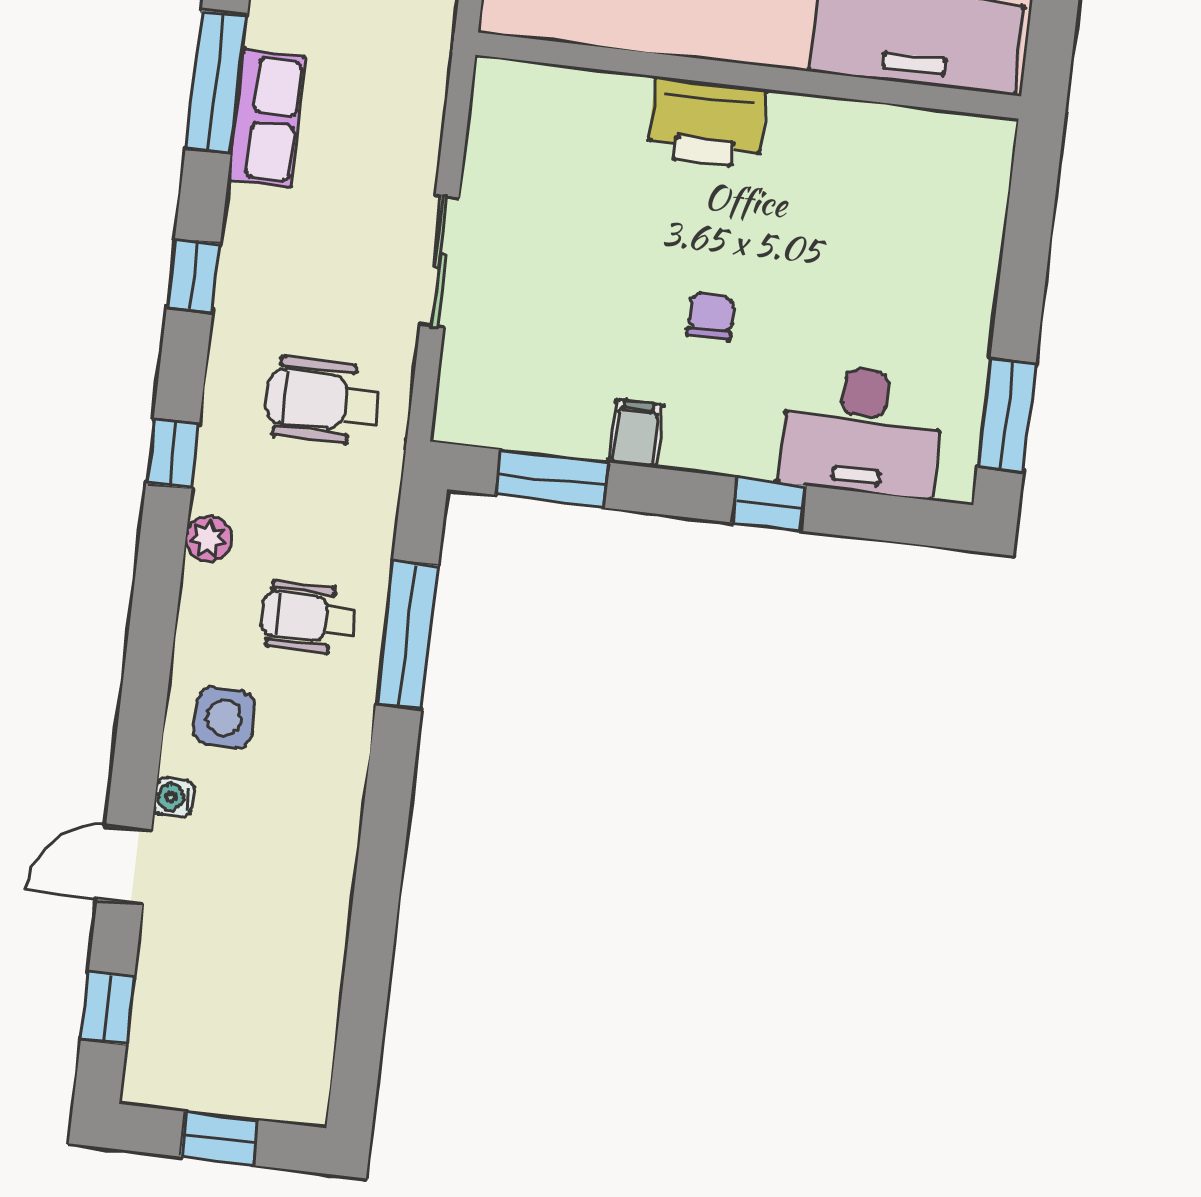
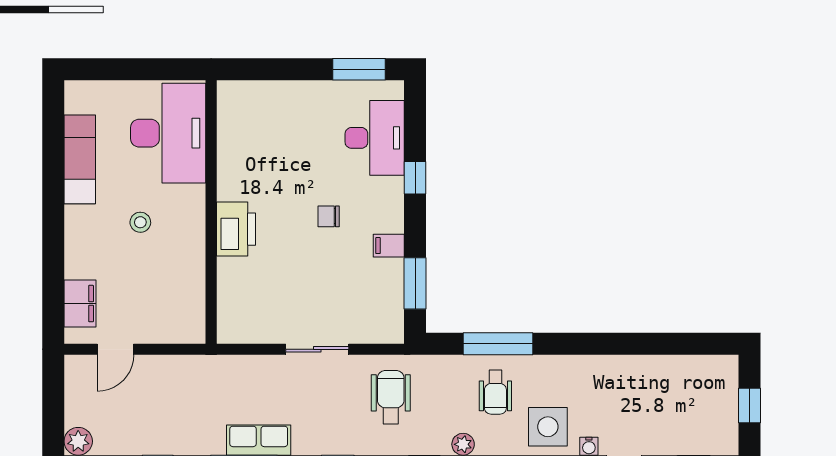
wheelchair: (323, 401) -> (391, 397), turned 180
side table: (224, 718) -> (548, 427), width x1.37, depth x1.37

